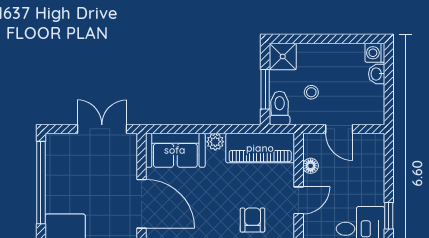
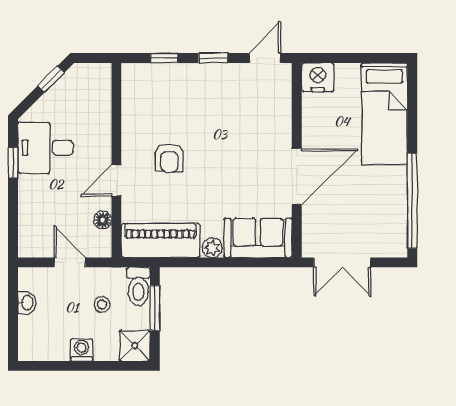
washing machine: (375, 53) -> (82, 350), moved, turned -90
washbasin: (377, 74) -> (27, 303), moved
door: (142, 204) -> (297, 177), swing flipped

